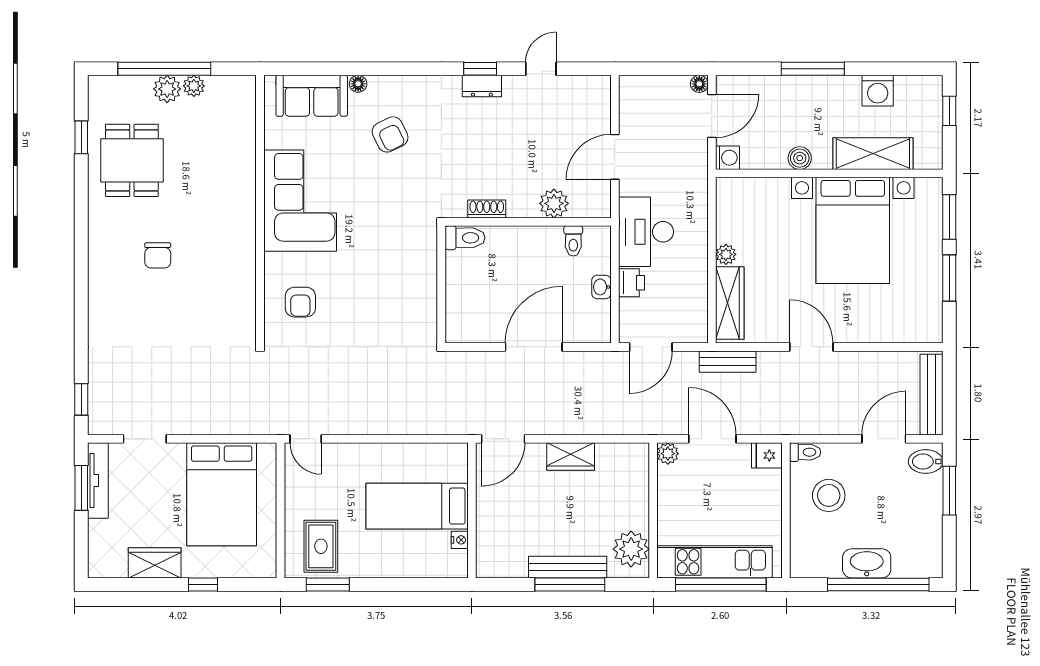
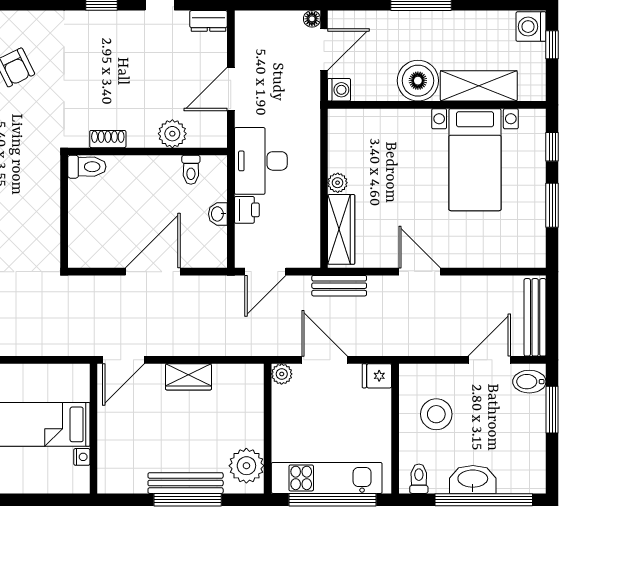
dresser: (482, 86) -> (209, 21), moved
washing machine: (878, 91) -> (531, 27), moved, turned 90
boiler: (800, 158) -> (418, 81), width x1.86, depth x1.86
window: (949, 217) -> (552, 147), width x0.67
bed with nightstands: (853, 230) -> (475, 160), width x0.73
toilet: (805, 452) -> (419, 479), moved, turned -90

